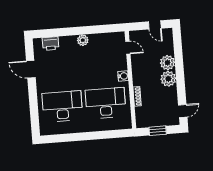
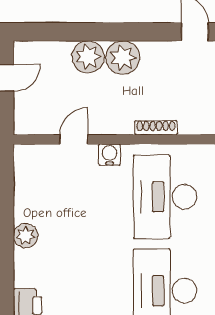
door: (128, 48) -> (74, 139), moved

